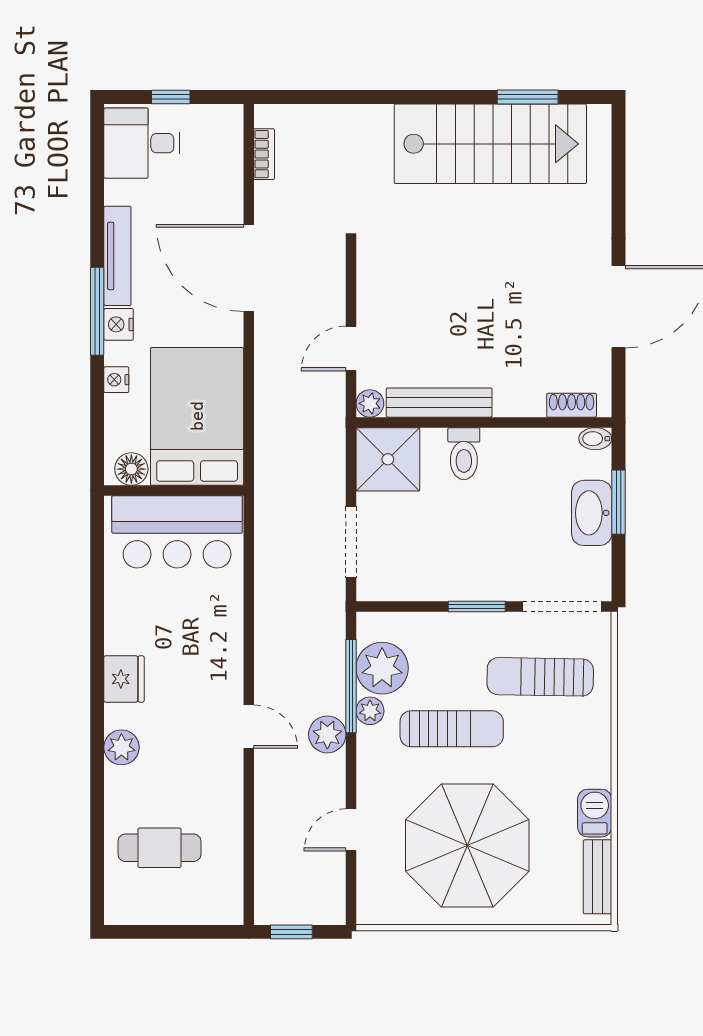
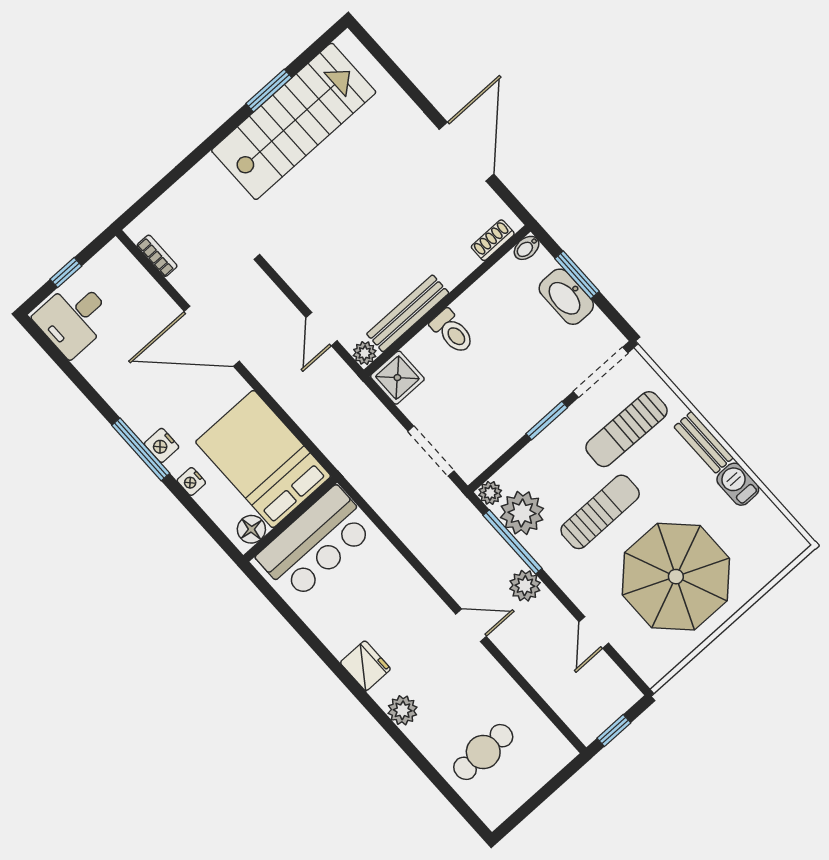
window: (528, 97) -> (269, 91), moved
tv unit: (117, 256) -> (122, 403), removed
shower: (388, 459) -> (397, 378), width x0.73, depth x0.73
plant: (370, 711) -> (490, 493), moved
bench: (597, 877) -> (704, 442), moved

